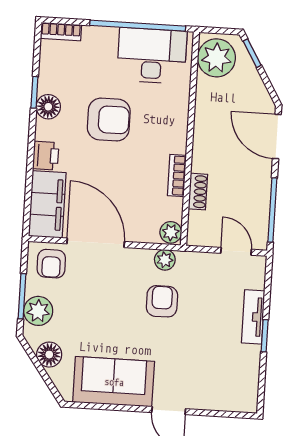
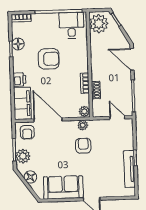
desk: (152, 56) -> (71, 25), width x0.73
floor lamp: (48, 107) -> (18, 44), moved
tv unit: (253, 317) -> (129, 169), moved, width x1.41

